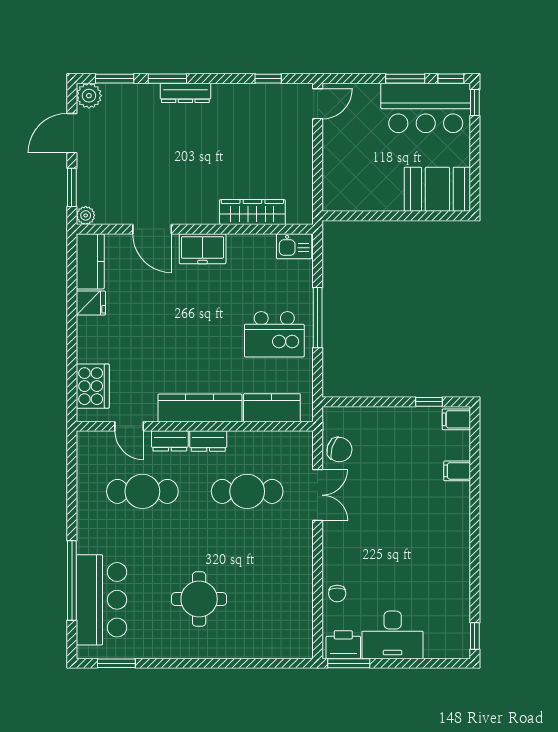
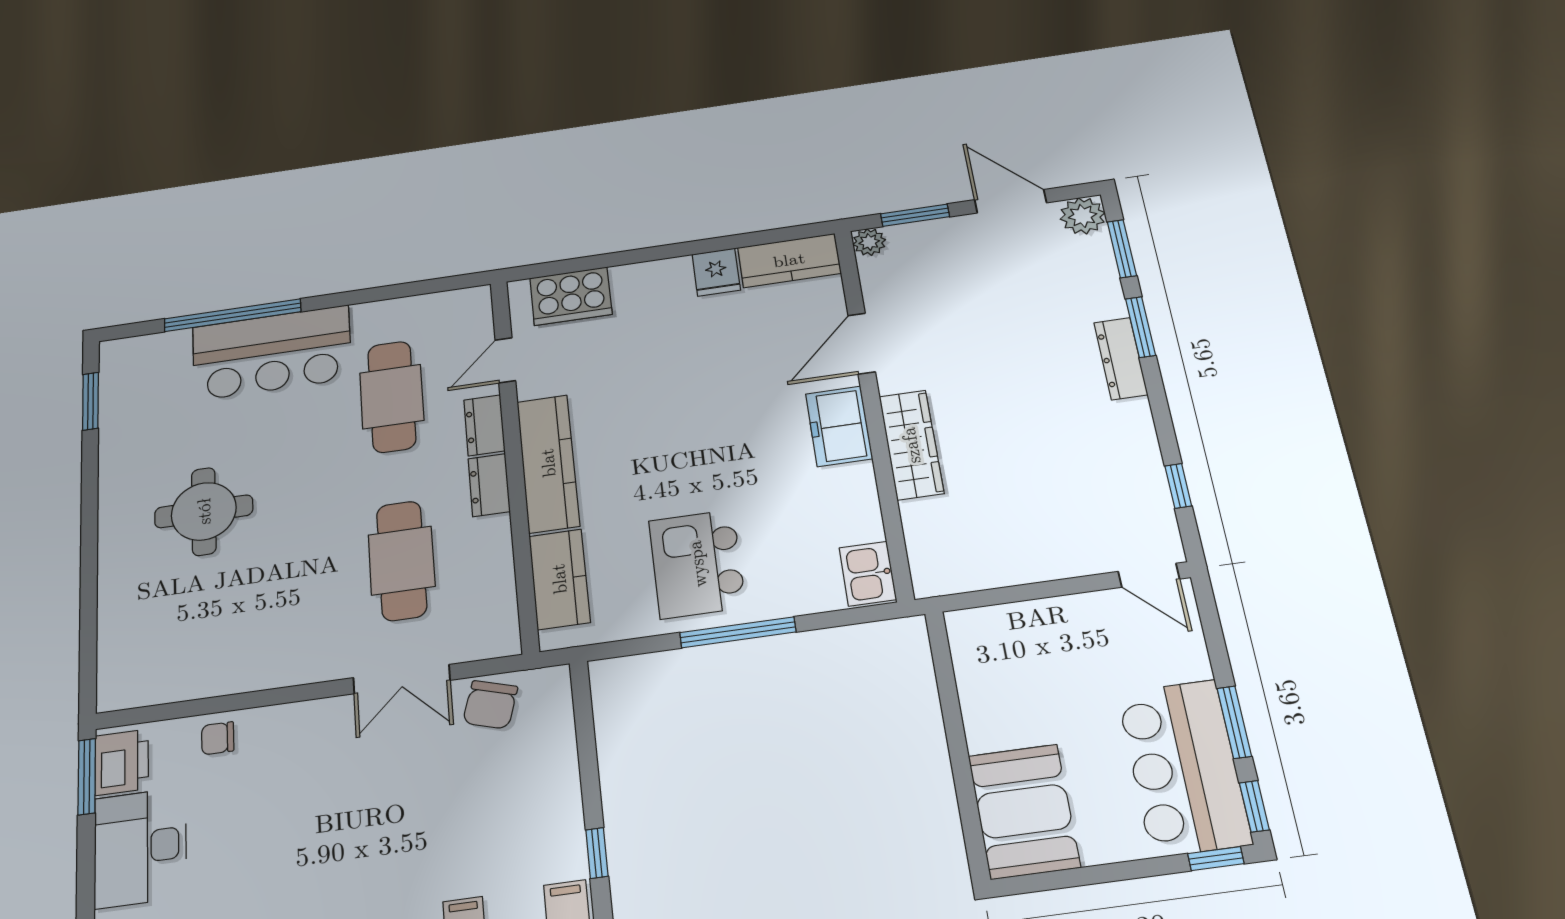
wardrobe: (252, 212) -> (911, 445), moved
bar counter: (101, 600) -> (272, 353), moved

